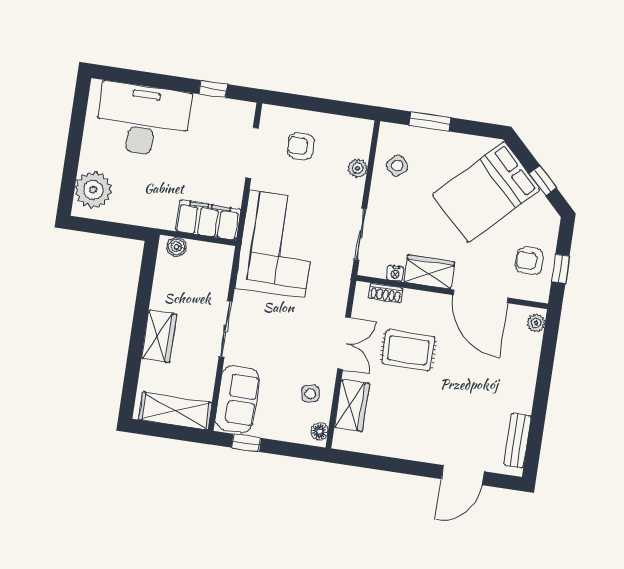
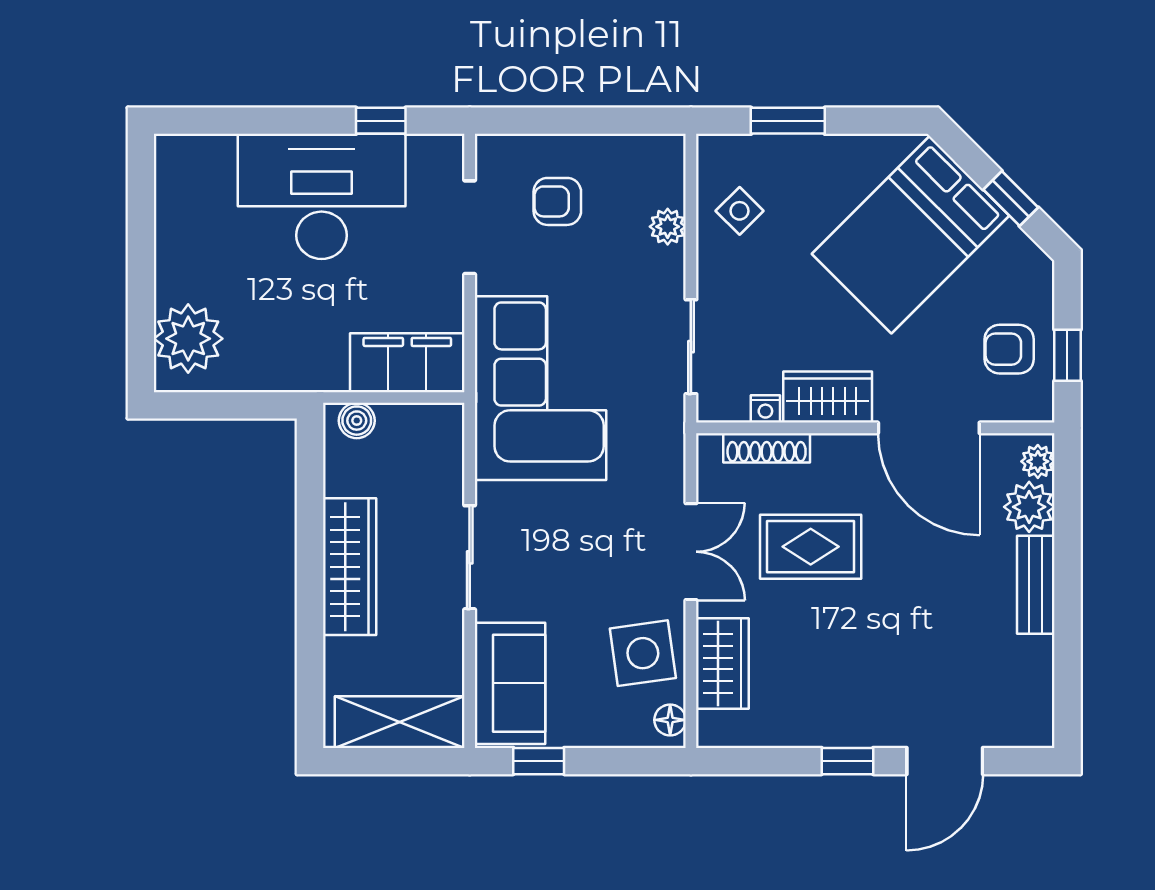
desk: (143, 120) -> (322, 196), moved
shoe rack: (386, 293) -> (767, 448), width x1.43
wardrobe: (159, 336) -> (350, 567), width x1.50
plant: (528, 346) -> (1029, 507), added
side table: (310, 394) -> (643, 653), width x1.87, depth x1.87
bench: (517, 441) -> (1036, 585), moved
window: (411, 467) -> (847, 761), added

